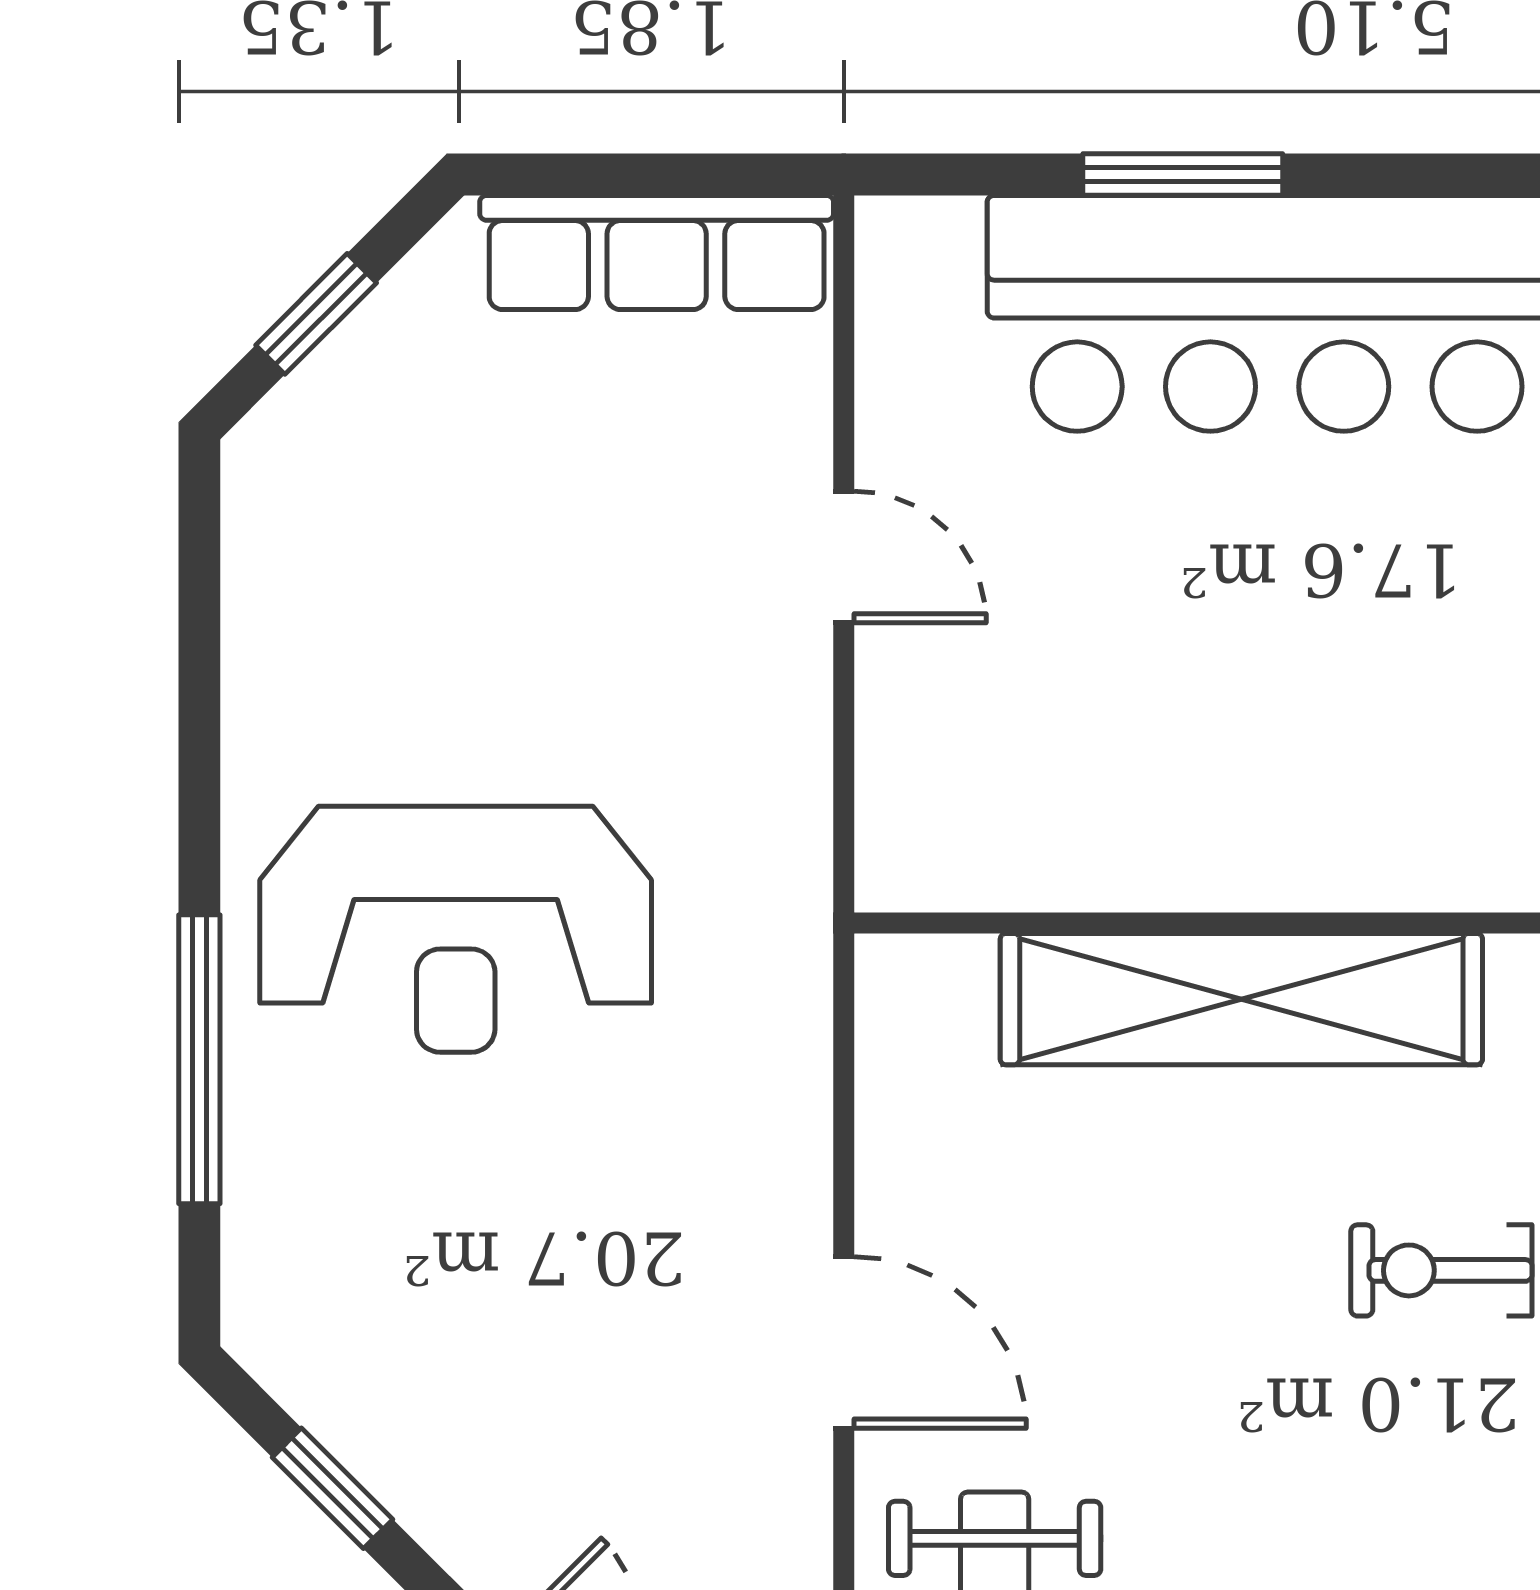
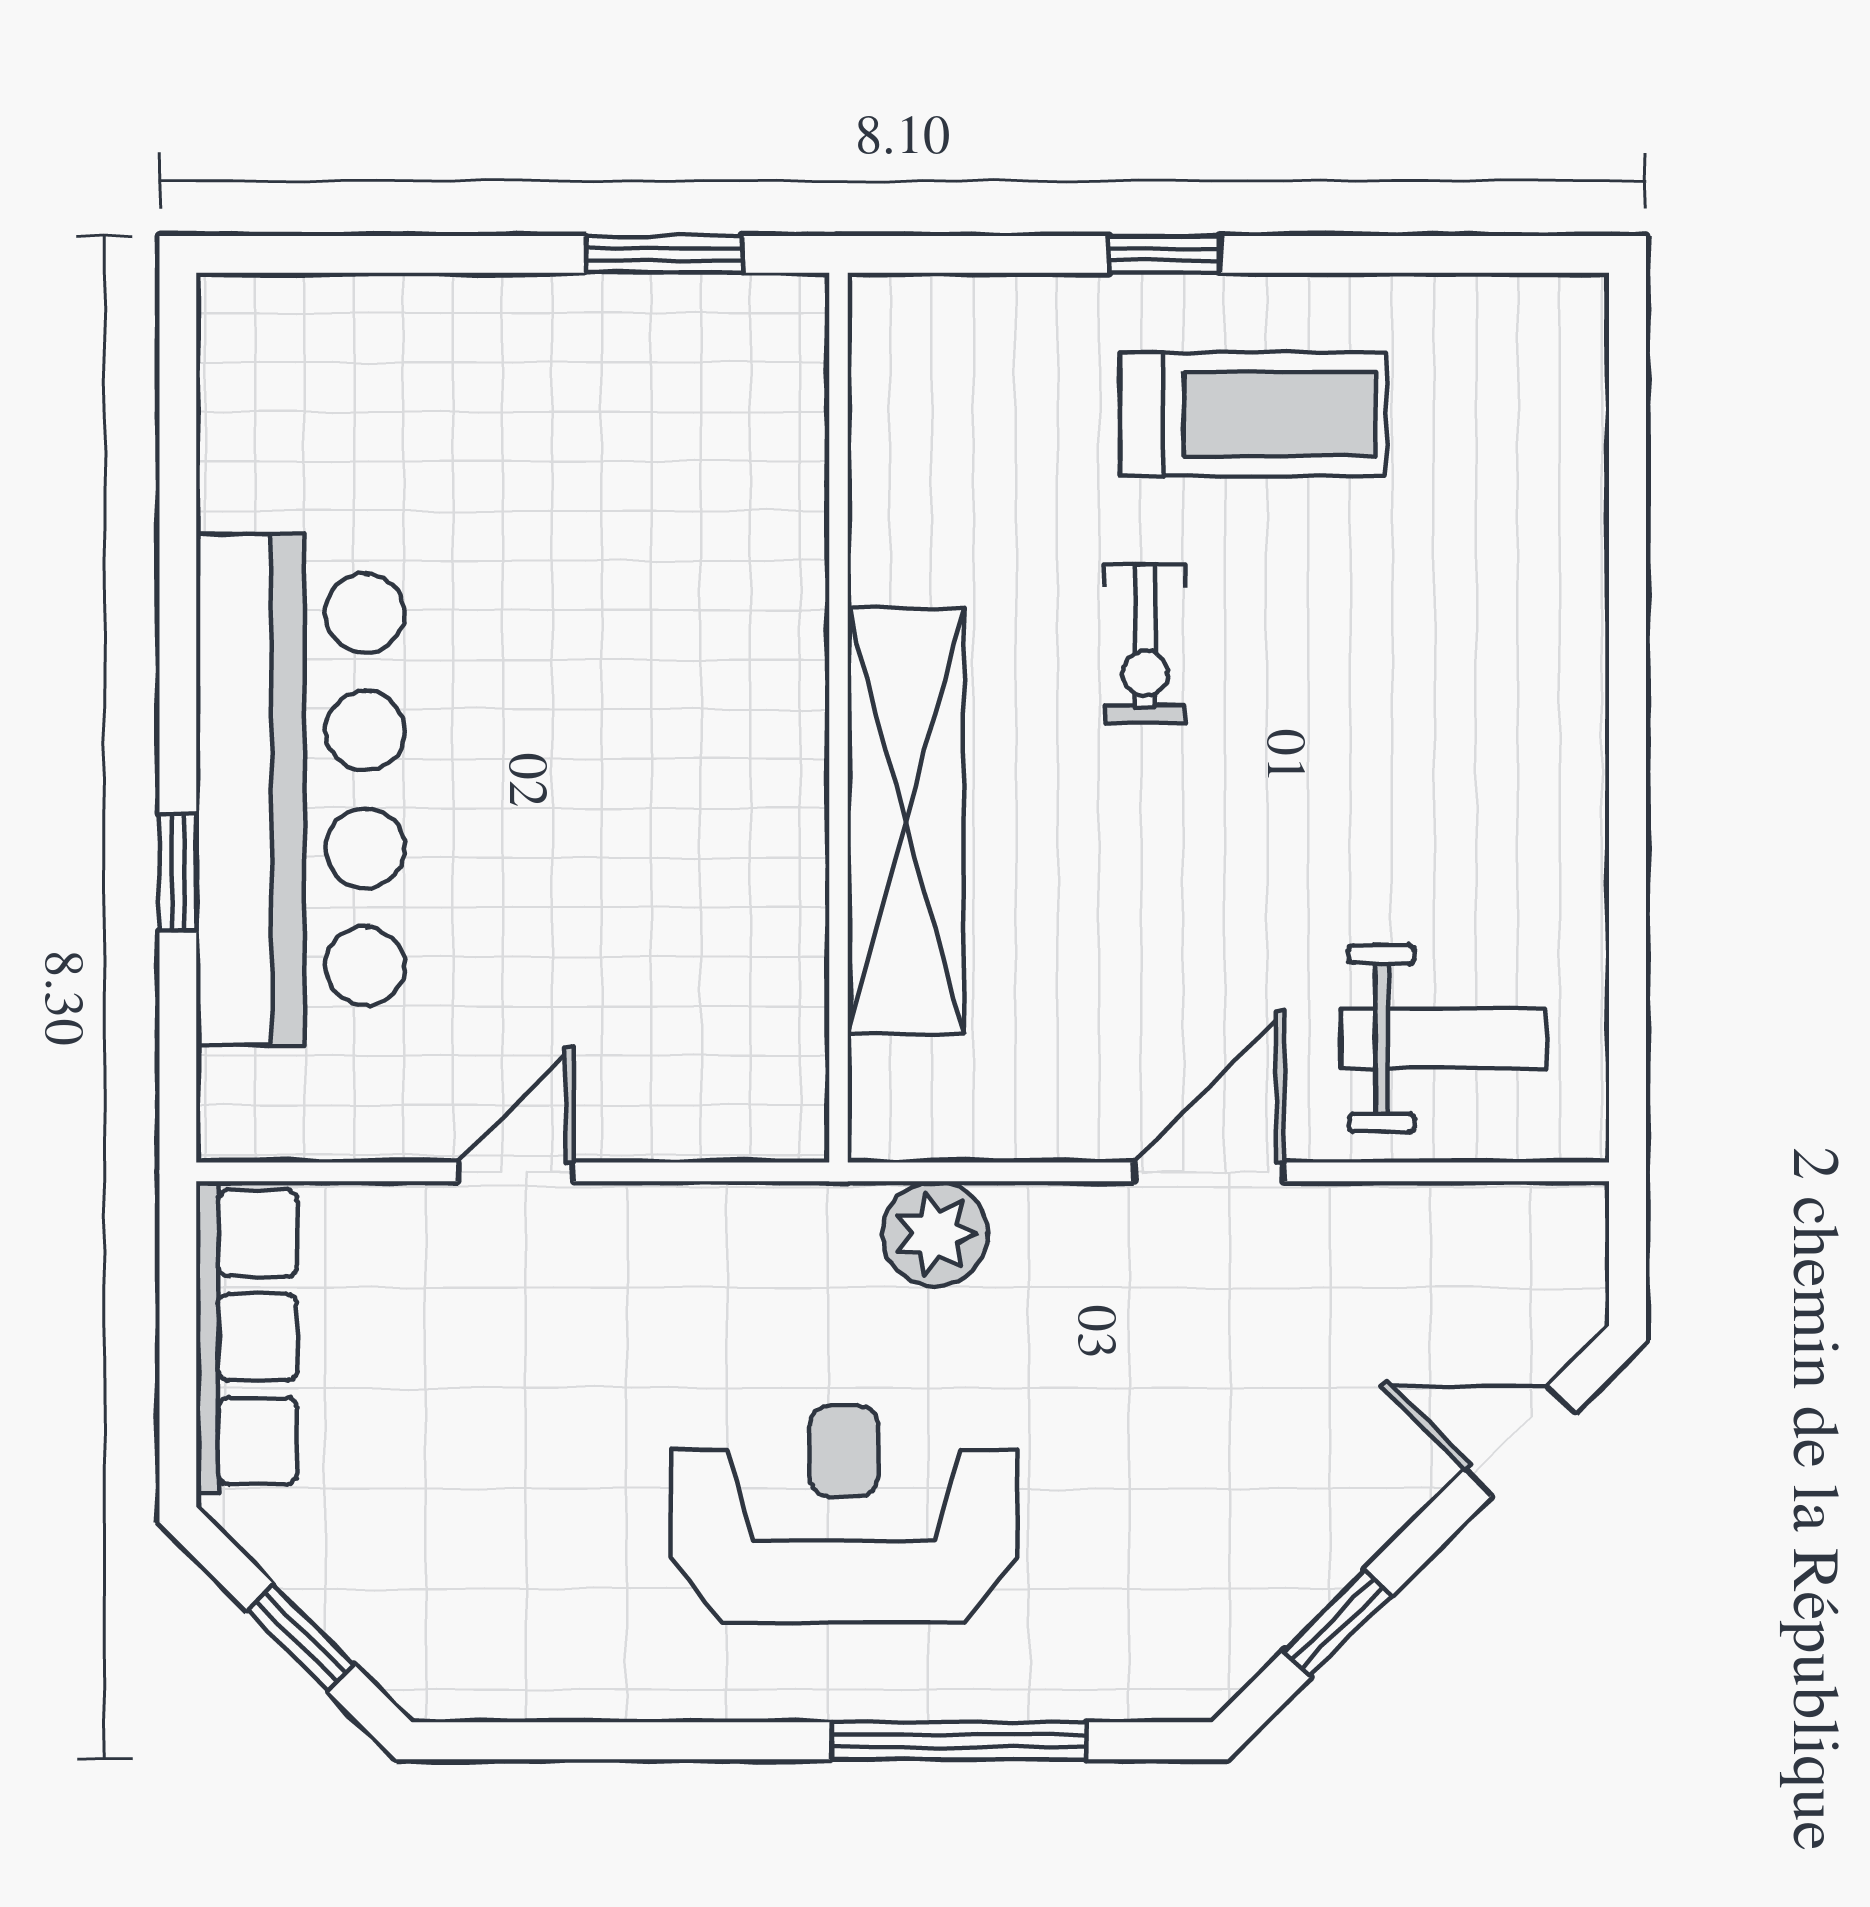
window: (1183, 175) -> (178, 873), width x0.67
reception desk: (456, 929) -> (844, 1514), turned -90
plant: (774, 1032) -> (935, 1234), added

